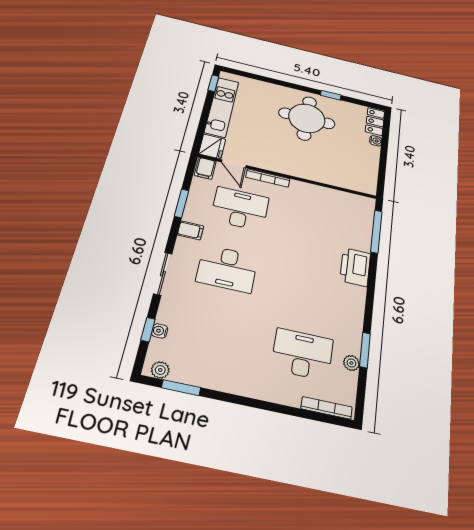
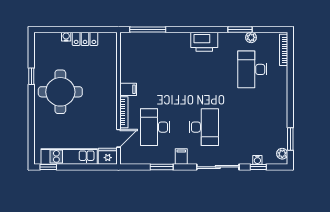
locker: (375, 122) -> (85, 39), moved
filing cabinet: (205, 168) -> (128, 89), moved
printer: (355, 267) -> (204, 42), moved
sliding door: (163, 274) -> (218, 167), width x1.37

